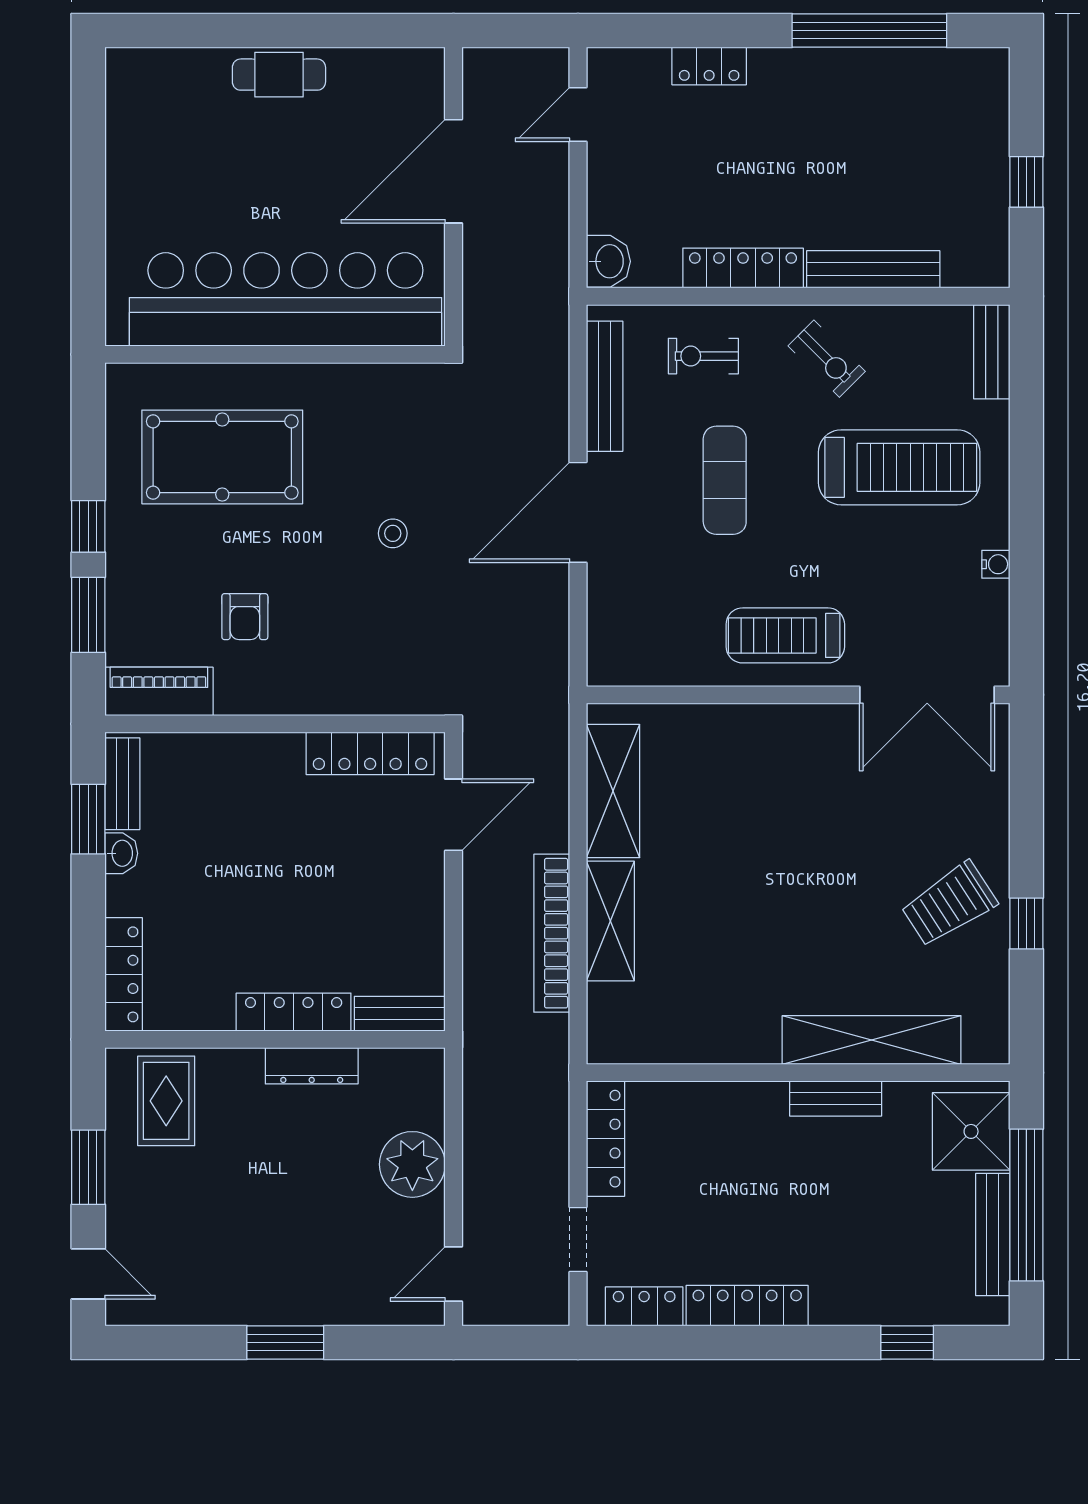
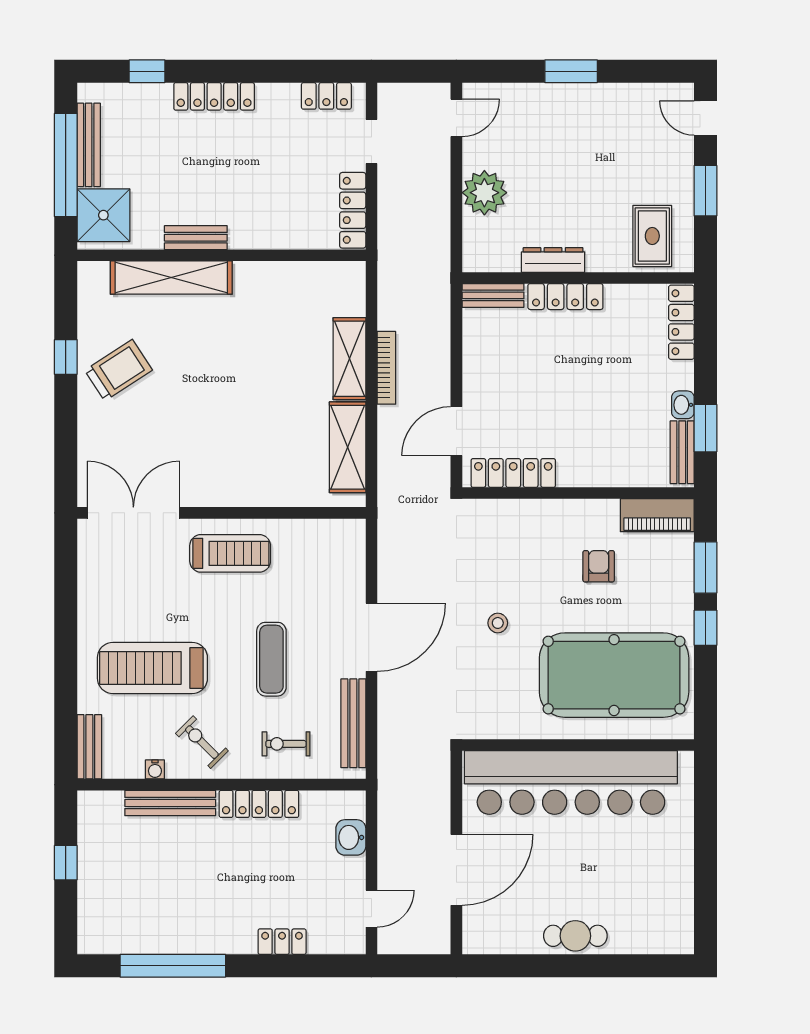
washbasin: (608, 261) -> (351, 837), moved
exercise bike: (703, 356) -> (286, 744), turned 180
pool table: (222, 457) -> (614, 675), width x1.36, depth x1.32
water cooler: (996, 564) -> (155, 769), moved, turned -90
bookcase: (552, 933) -> (386, 368), width x0.68, depth x0.76
locker: (747, 1306) -> (214, 96), moved

